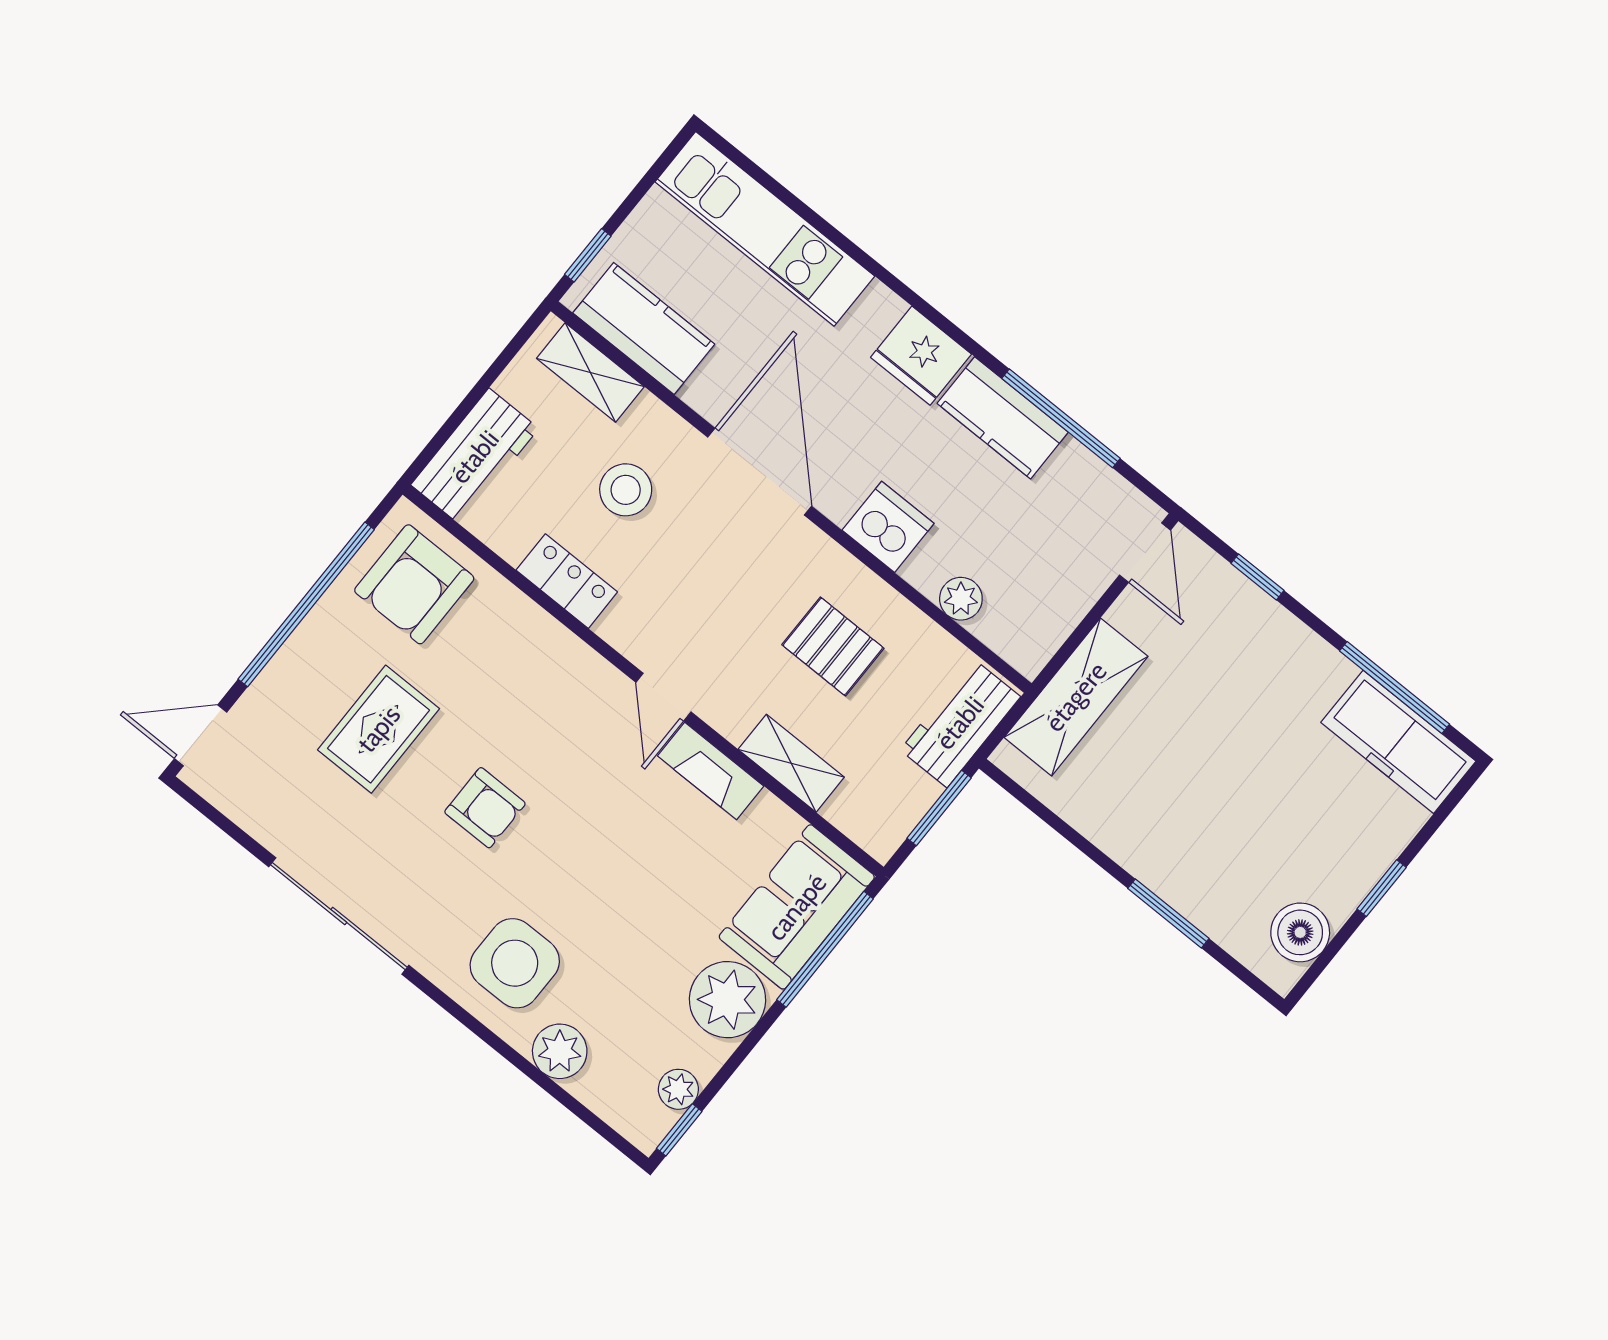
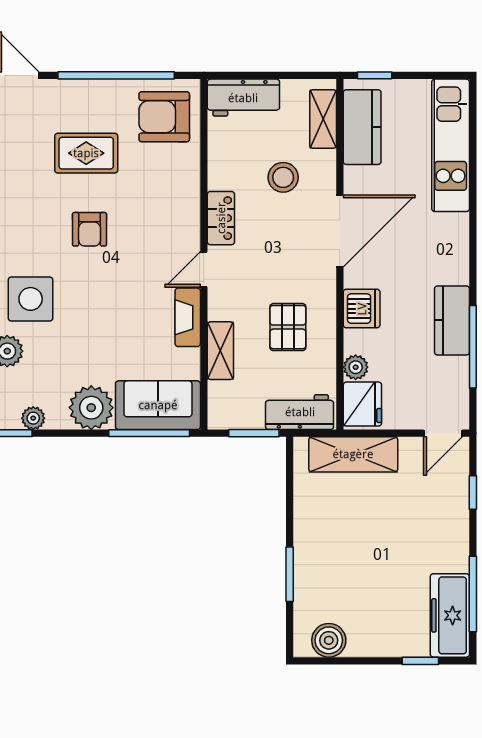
fridge: (921, 356) -> (362, 404), moved, turned 180
locker: (567, 581) -> (221, 218), moved
window: (1382, 888) -> (420, 661), moved

